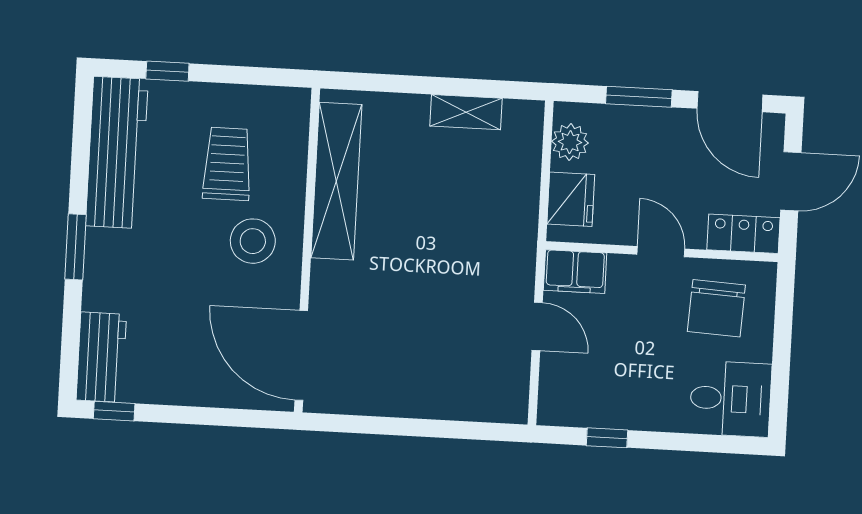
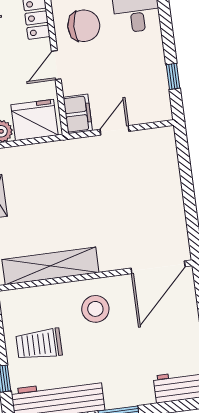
trolley: (227, 164) -> (39, 344), moved
fridge: (571, 199) -> (35, 120), width x1.36, depth x1.34

